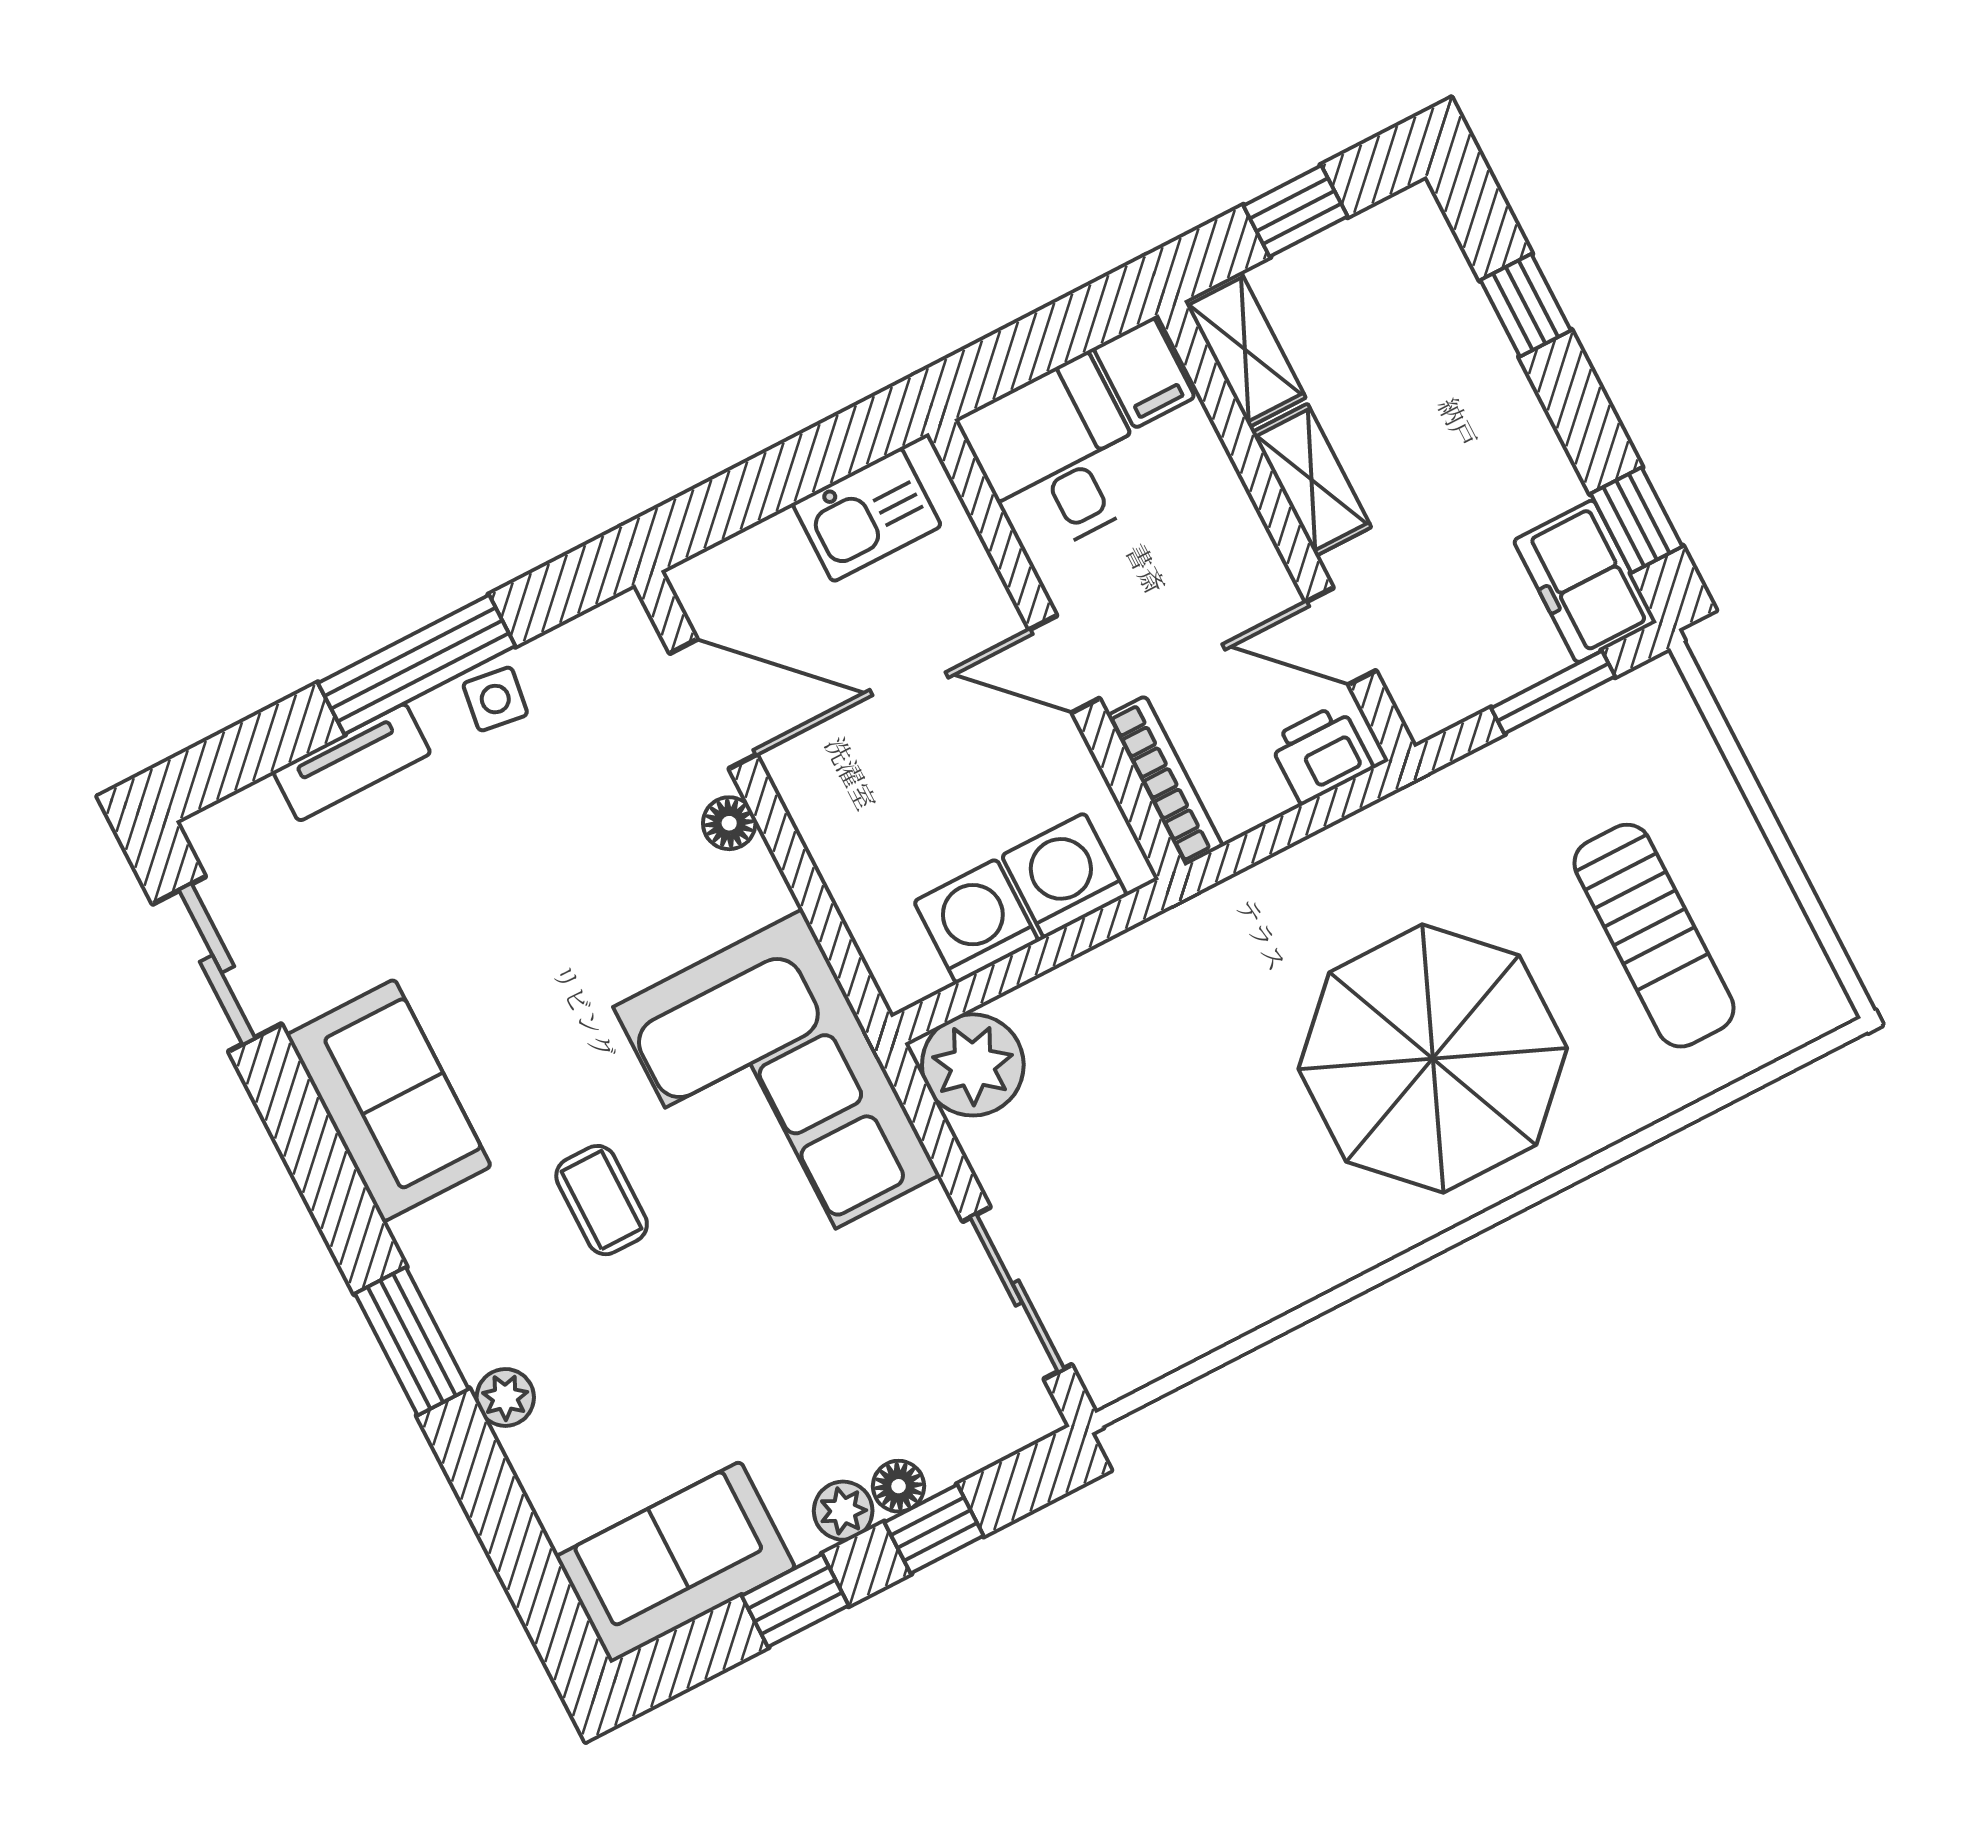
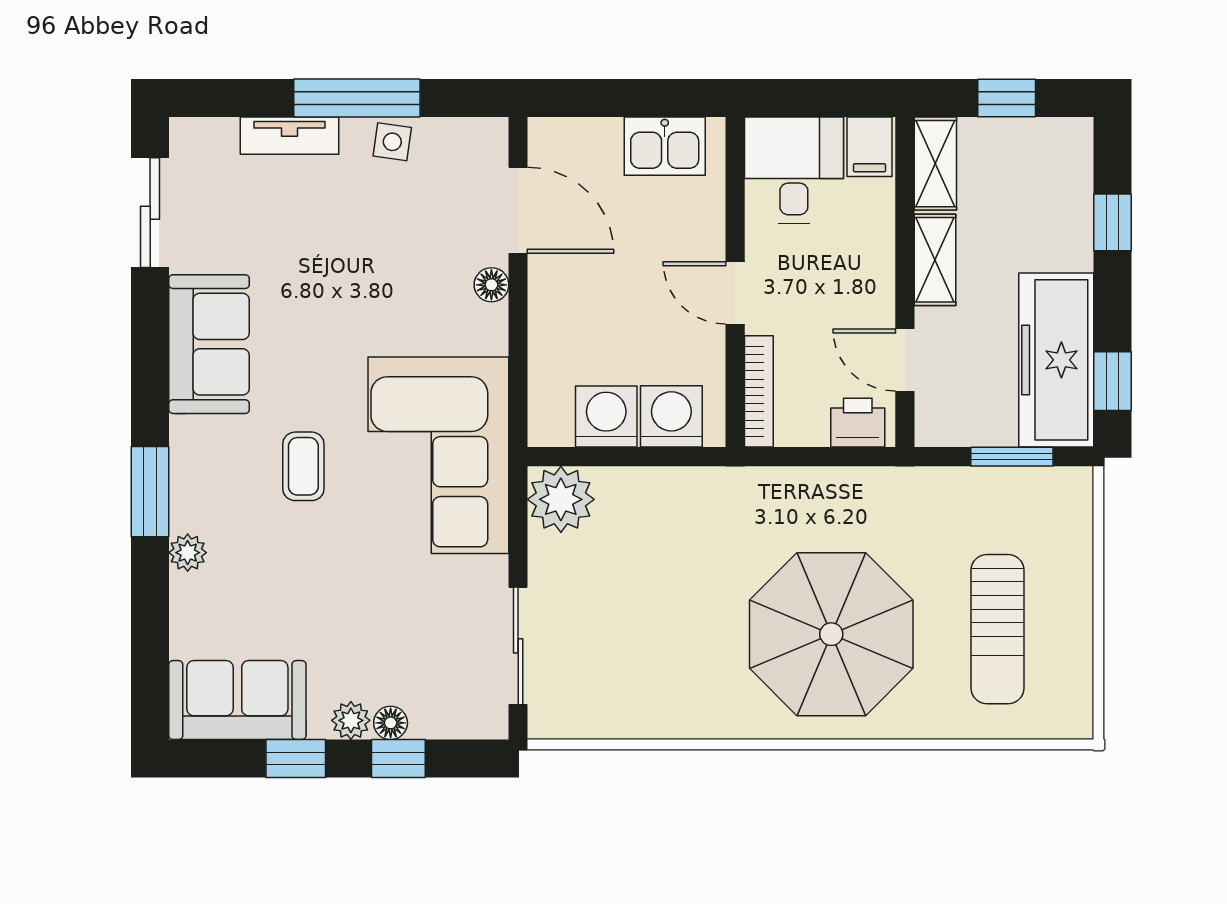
freezer: (1585, 581) -> (1056, 360), width x1.91, depth x1.26

